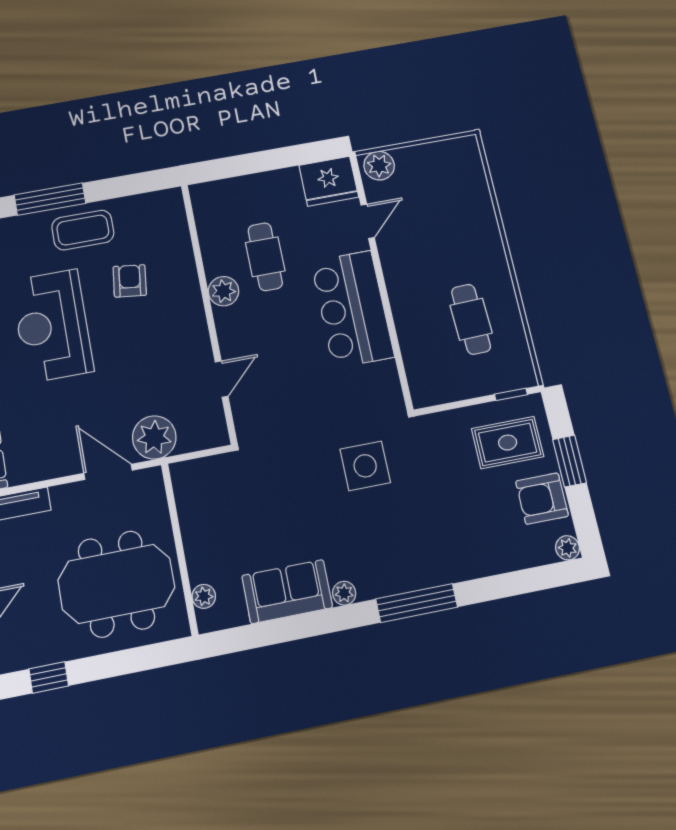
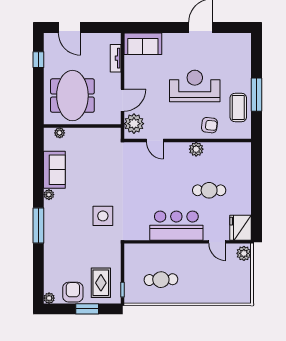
plant: (224, 291) -> (196, 149), moved
wall: (209, 312) -> (188, 140), moved
door: (222, 379) -> (155, 140), moved

